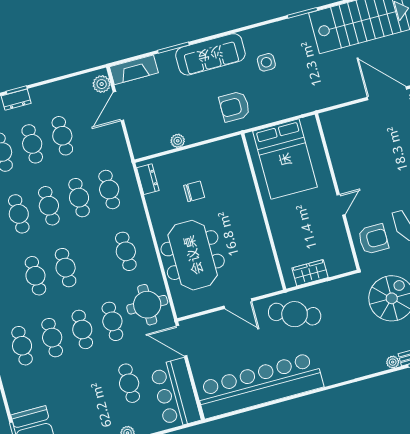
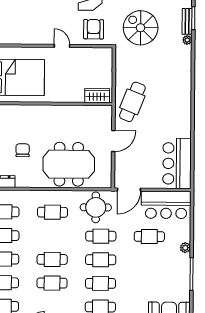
wardrobe: (310, 273) -> (97, 96), moved, turned 90
bar counter: (260, 385) -> (177, 163), width x0.54

